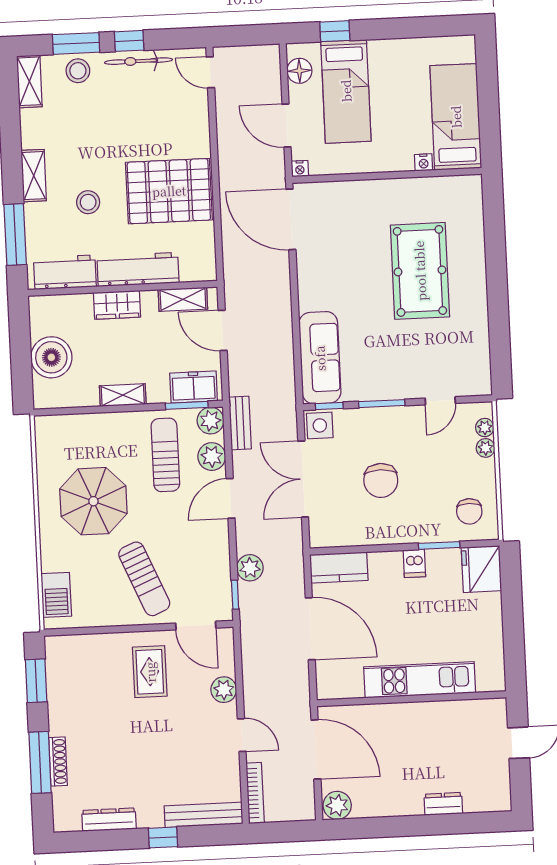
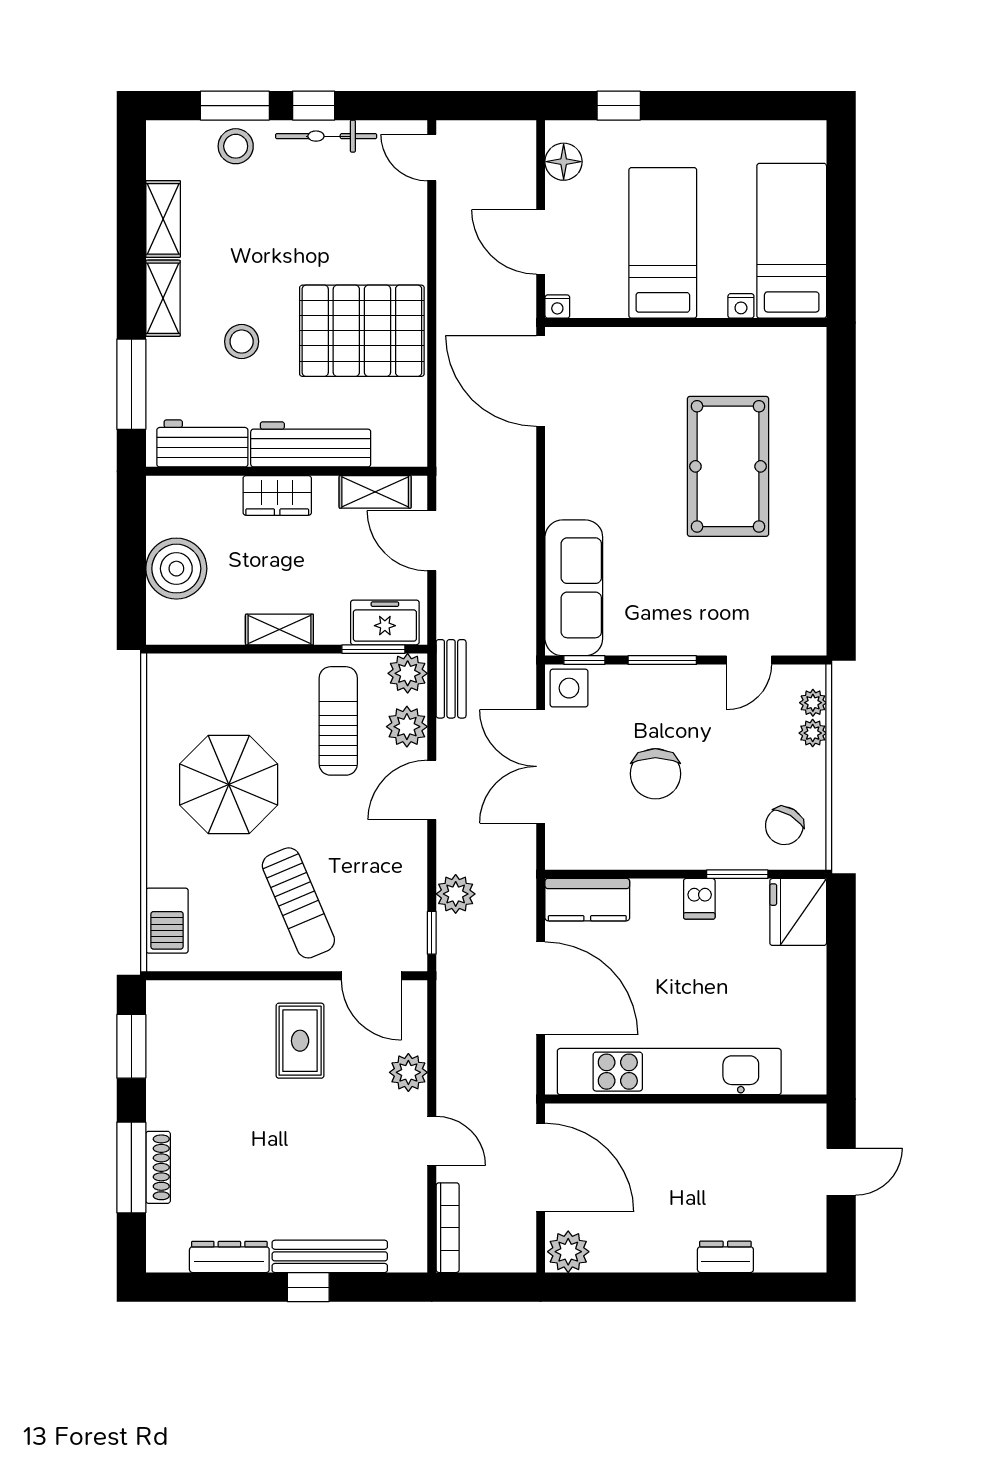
shelving: (29, 81) -> (163, 219), moved
bed: (346, 91) -> (663, 243), moved, turned 180
chair: (469, 511) -> (784, 826), turned 31
kitchen unit: (420, 680) -> (669, 1072), width x1.36
bench: (204, 815) -> (330, 1256), moved

